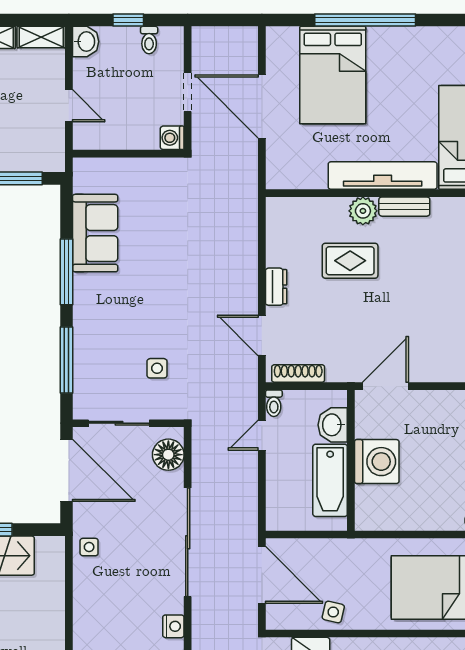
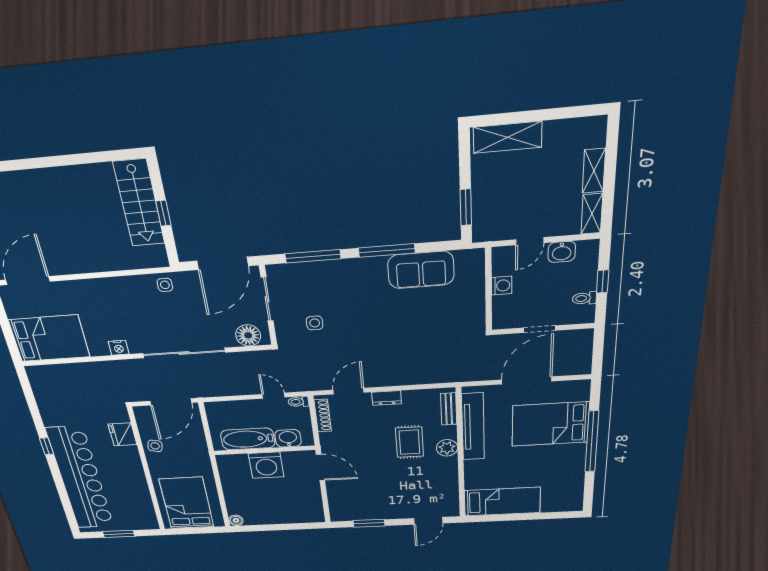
washbasin: (86, 42) -> (562, 252), moved
washing machine: (172, 138) -> (502, 286), moved, turned 90
tv unit: (383, 176) -> (473, 427), moved
bench: (404, 207) -> (449, 409), moved

